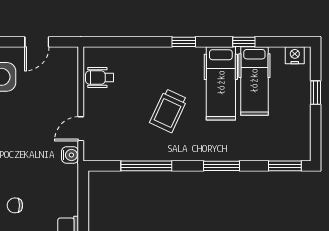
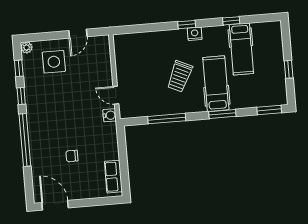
nightstand: (295, 55) -> (195, 34), moved
wheelchair: (100, 78) -> (127, 56), removed
hospital bed: (221, 83) -> (216, 84), moved, turned 180
window: (316, 93) -> (289, 69), moved
door: (81, 129) -> (116, 95), hinge flipped

